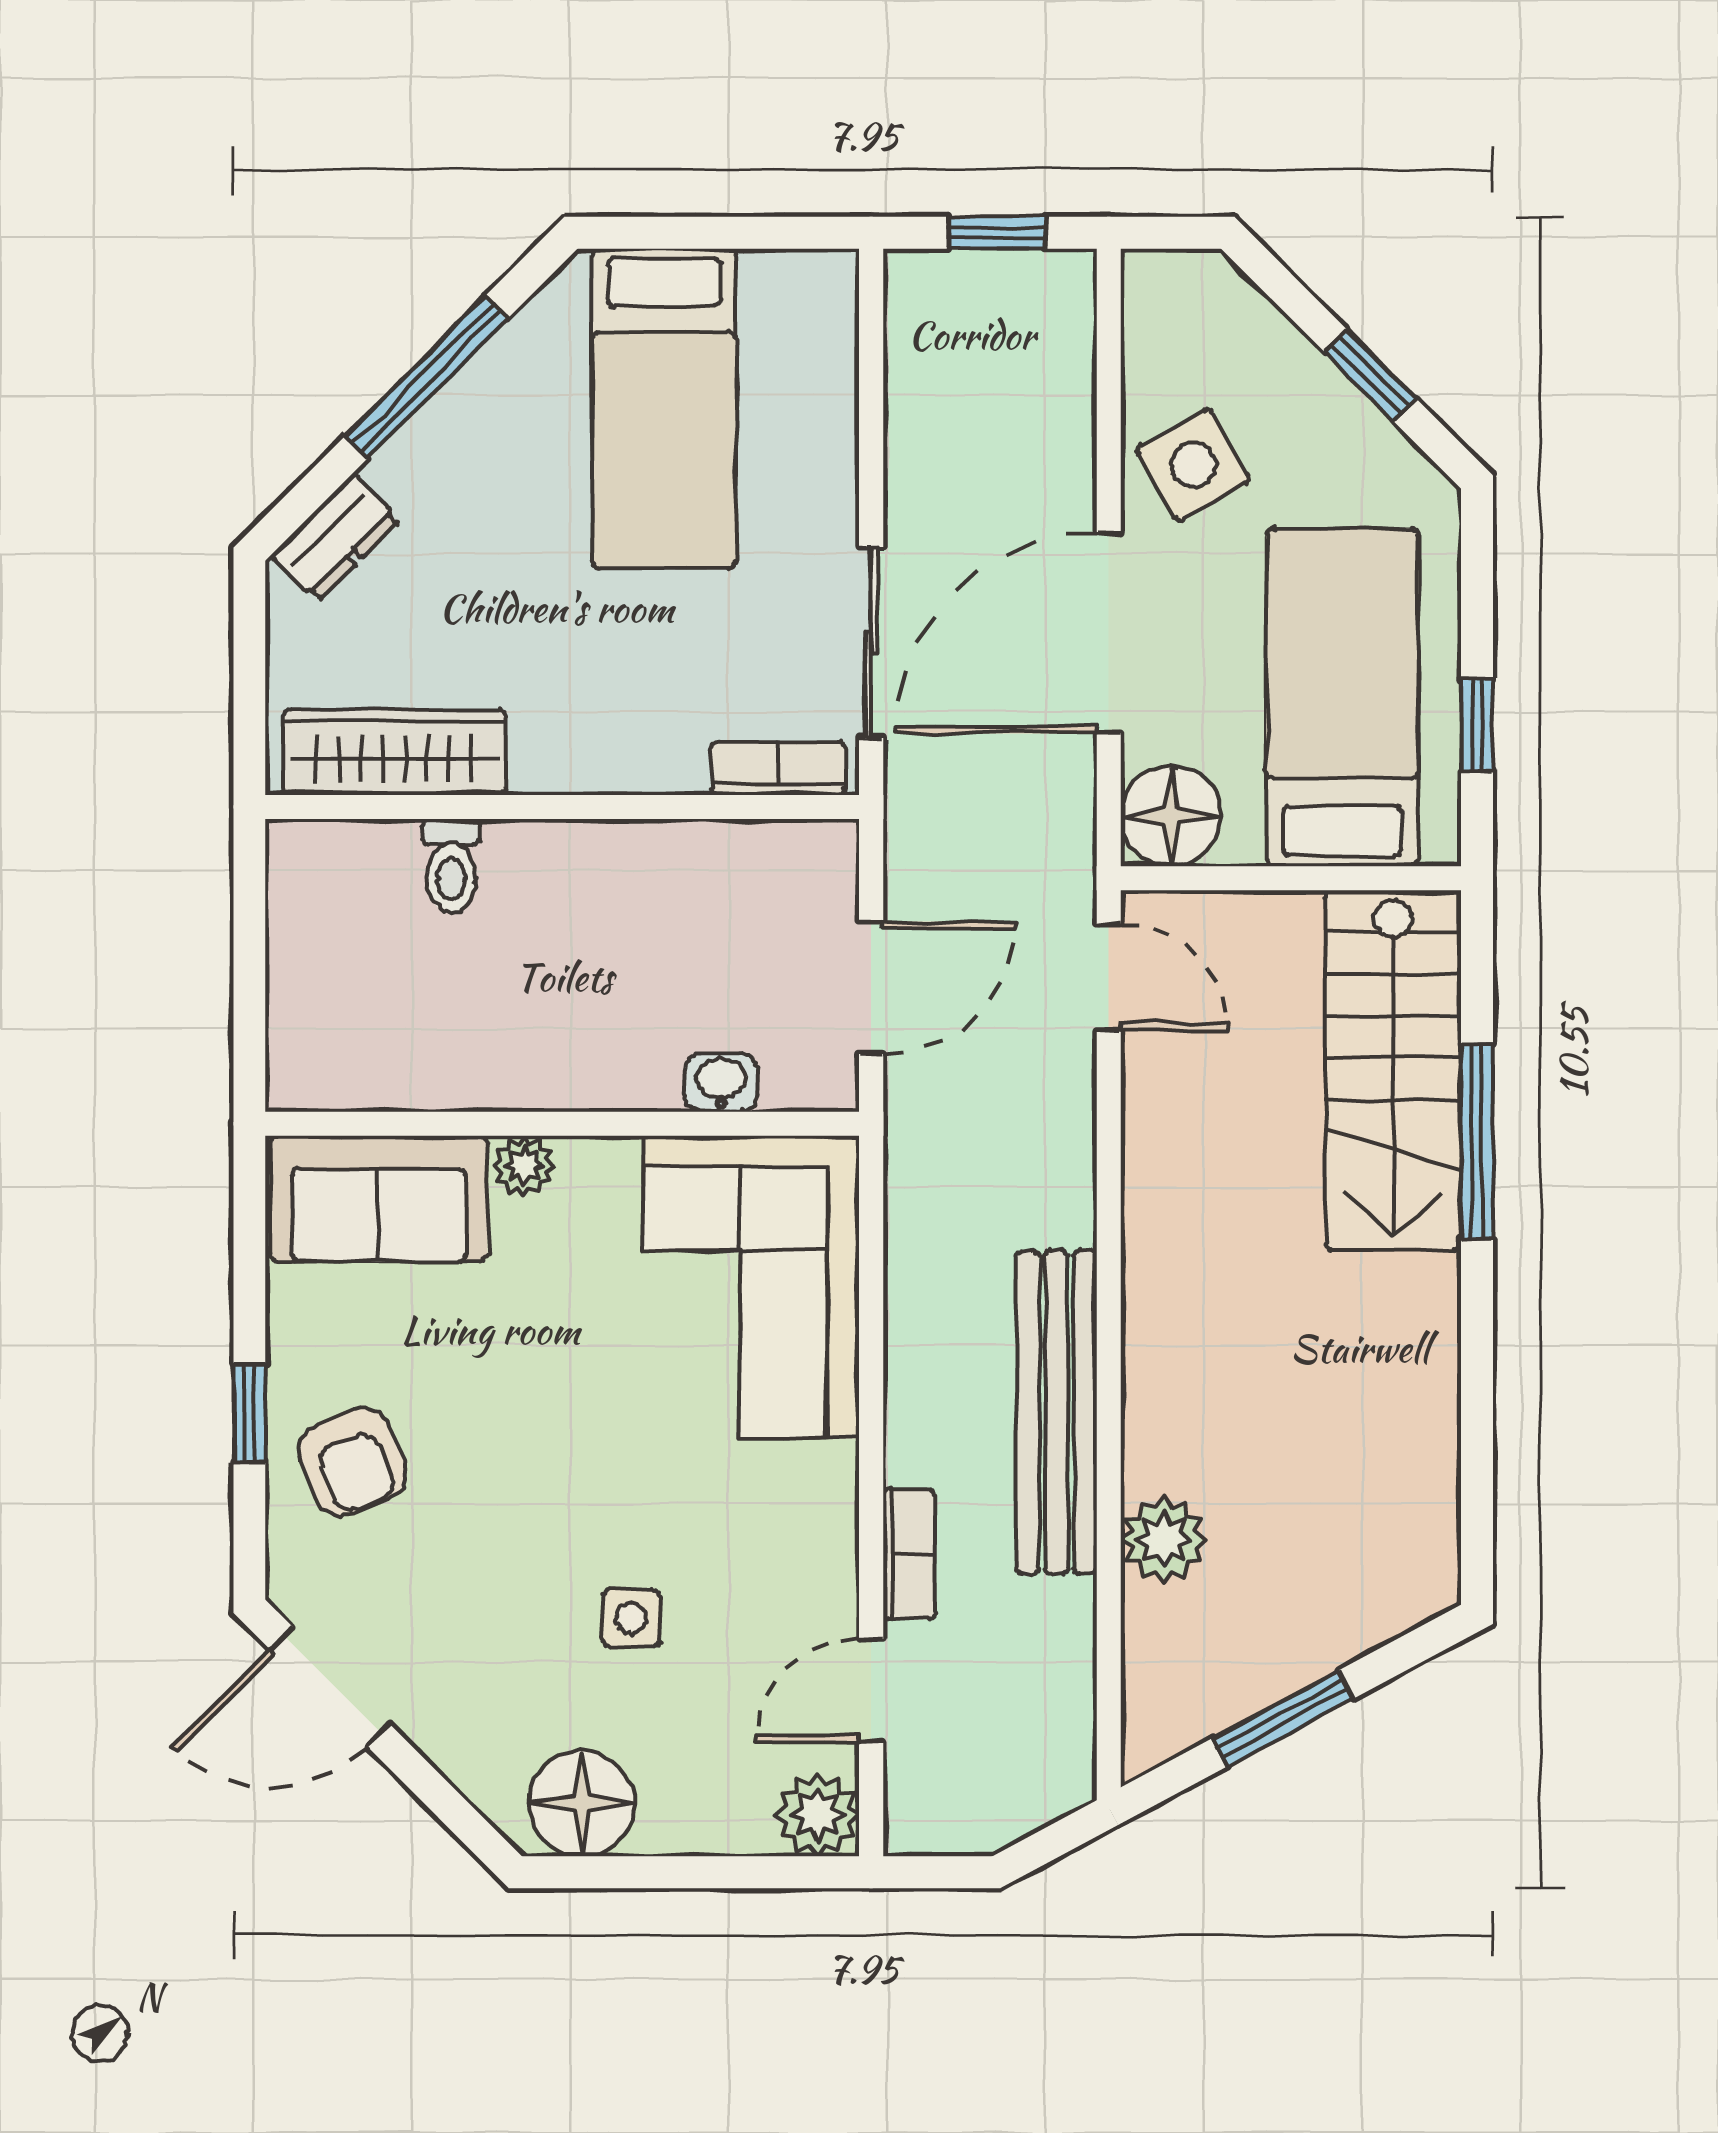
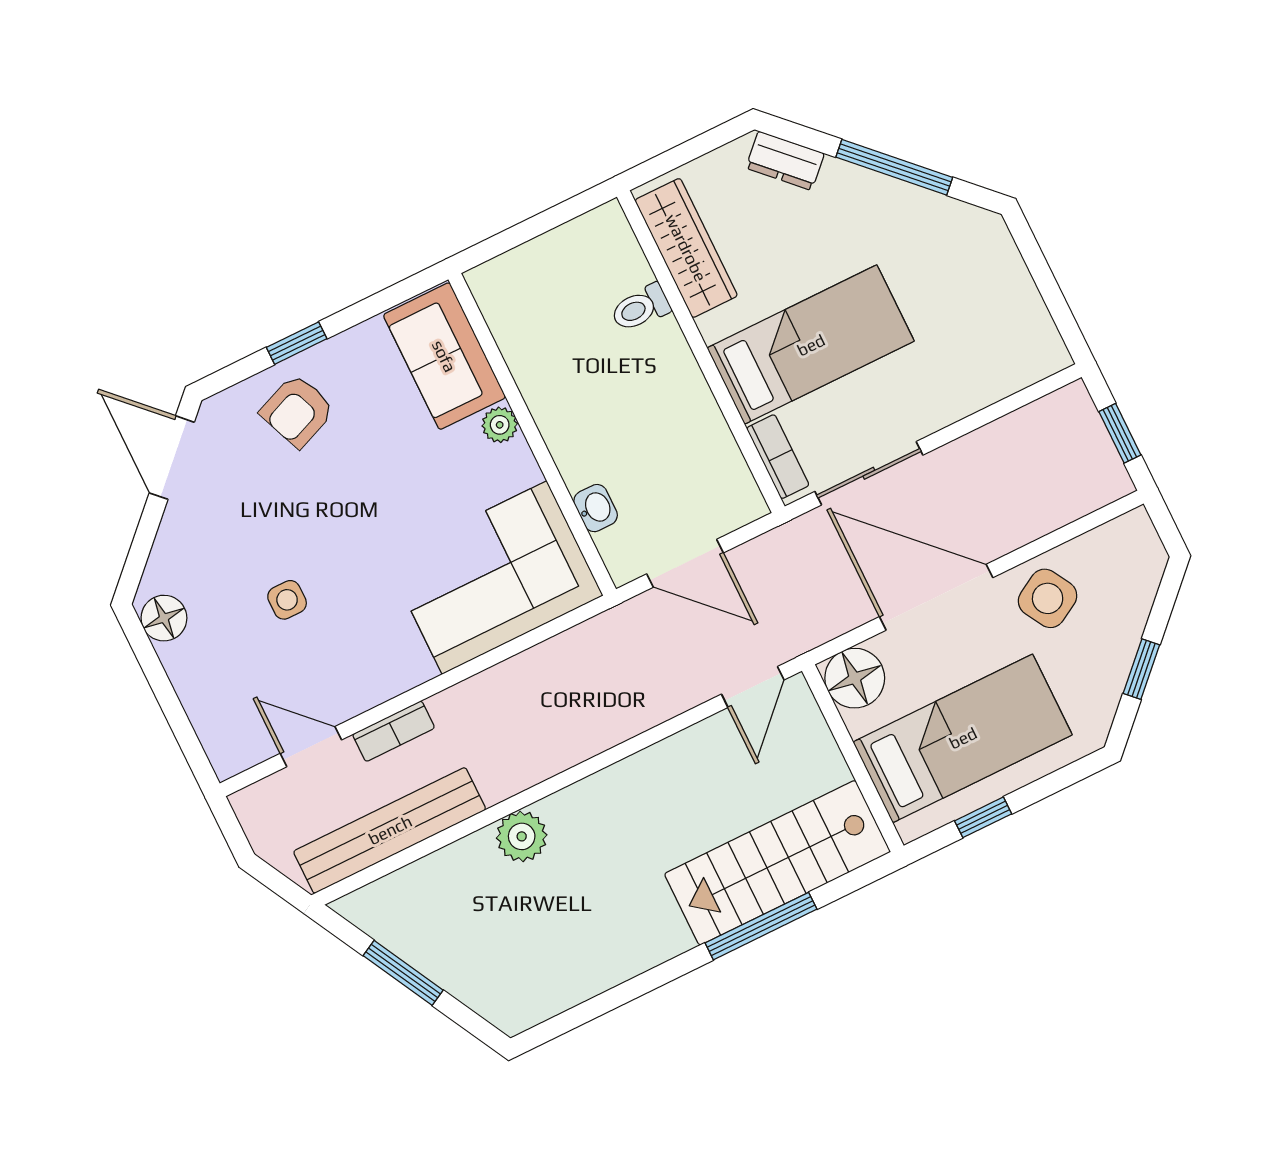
bed: (664, 408) -> (811, 345), moved, turned 180
bench: (1057, 1412) -> (390, 830), moved
plant: (1164, 1540) -> (522, 836), moved
floor lamp: (582, 1803) -> (164, 618), width x0.73, depth x0.73
plant: (817, 1815) -> (231, 750), removed

